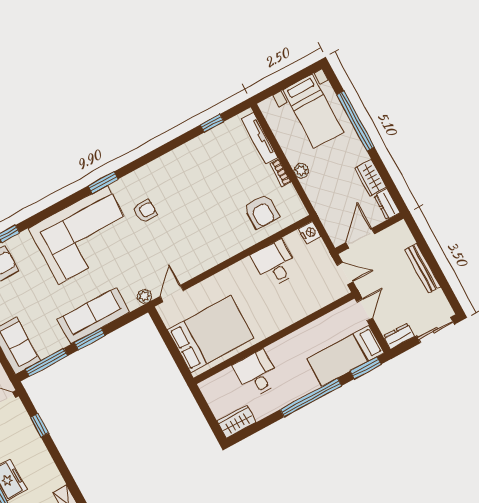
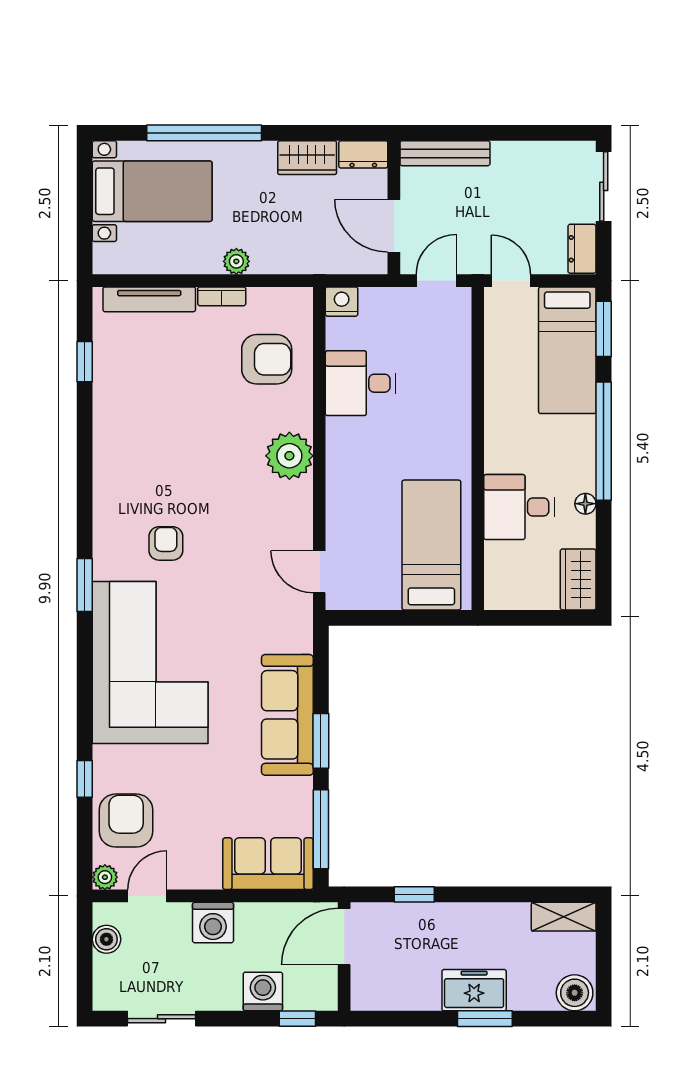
bench: (422, 268) -> (445, 153), moved
plant: (144, 296) -> (289, 456), moved, width x1.87, depth x1.87
bed: (211, 334) -> (431, 545), width x0.67
floor lamp: (276, 405) -> (585, 504), added

